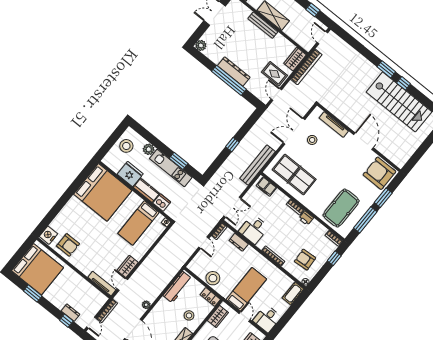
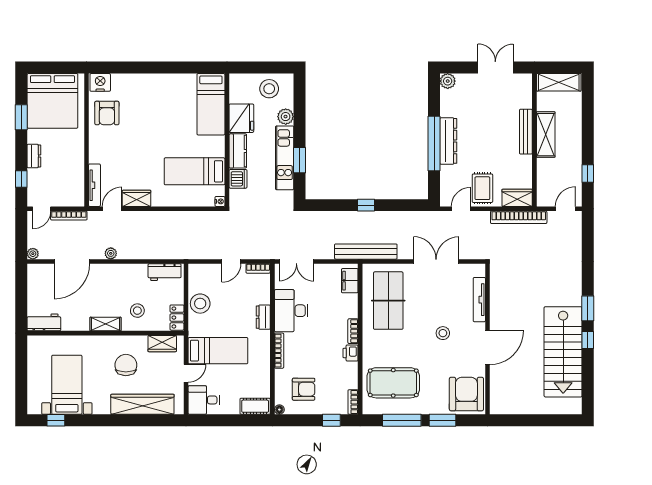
stool: (312, 140) -> (443, 333), moved
bed: (103, 192) -> (211, 104), width x0.49
desk: (254, 229) -> (291, 311), width x1.37
dresser: (239, 242) -> (263, 317), moved
armchair: (305, 260) -> (304, 389), turned 94
workbench: (177, 287) -> (165, 272), width x0.73
dresser: (70, 313) -> (34, 156), moved

